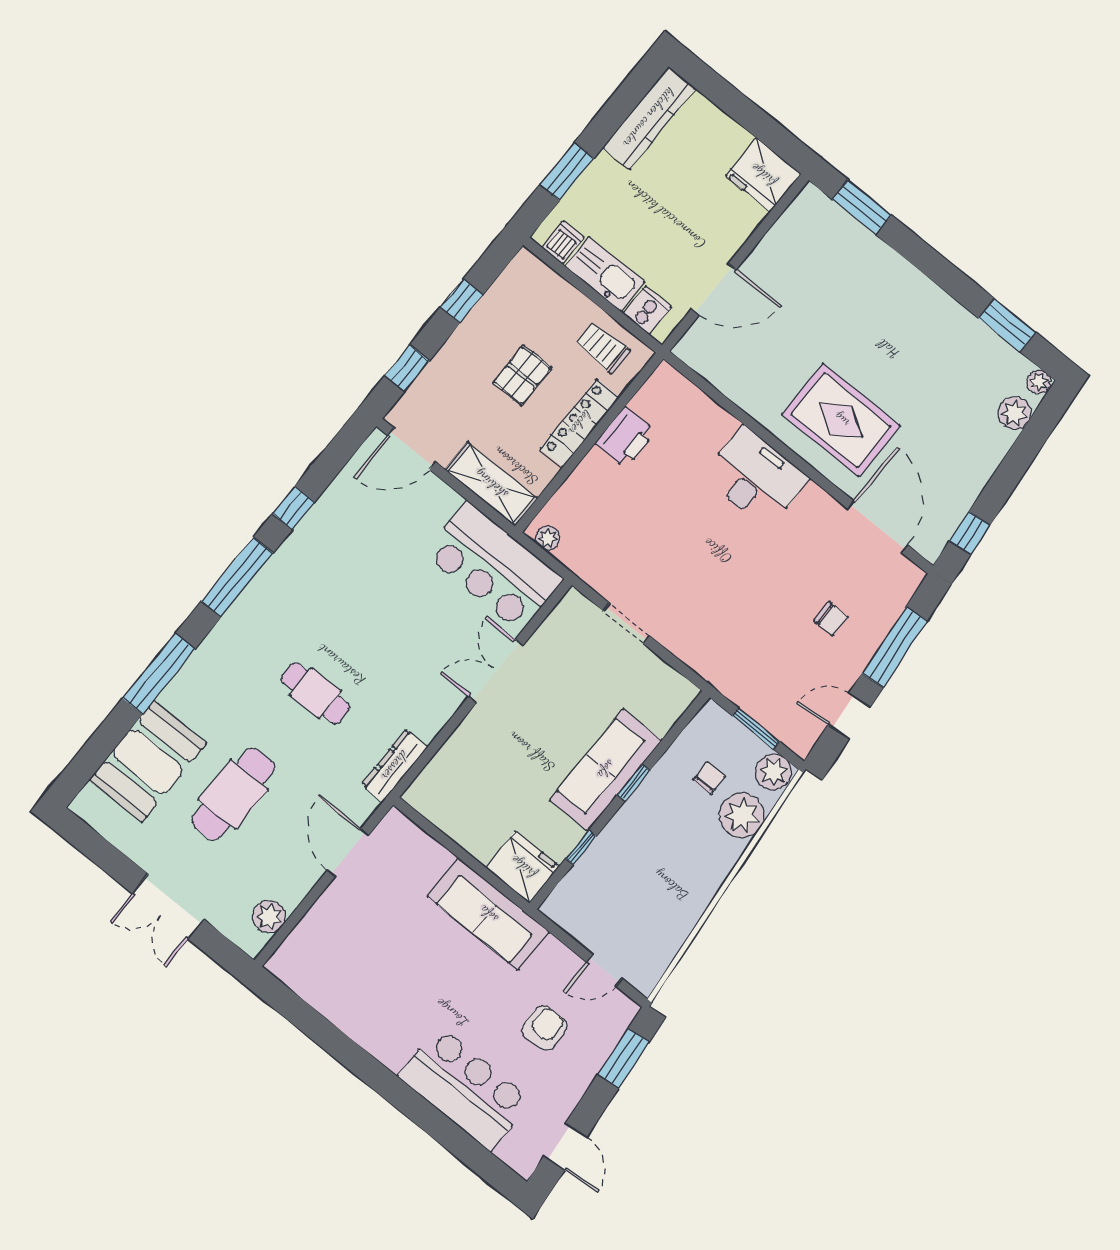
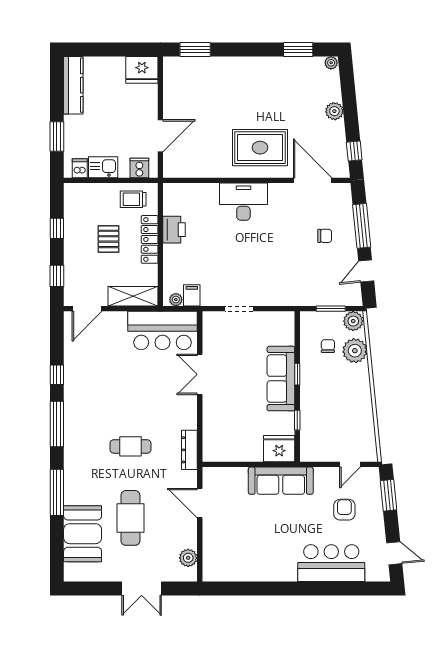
kitchen sink: (605, 274) -> (103, 167), width x0.73
plant: (1015, 413) -> (334, 111), moved
filing cabinet: (575, 550) -> (192, 295), added

